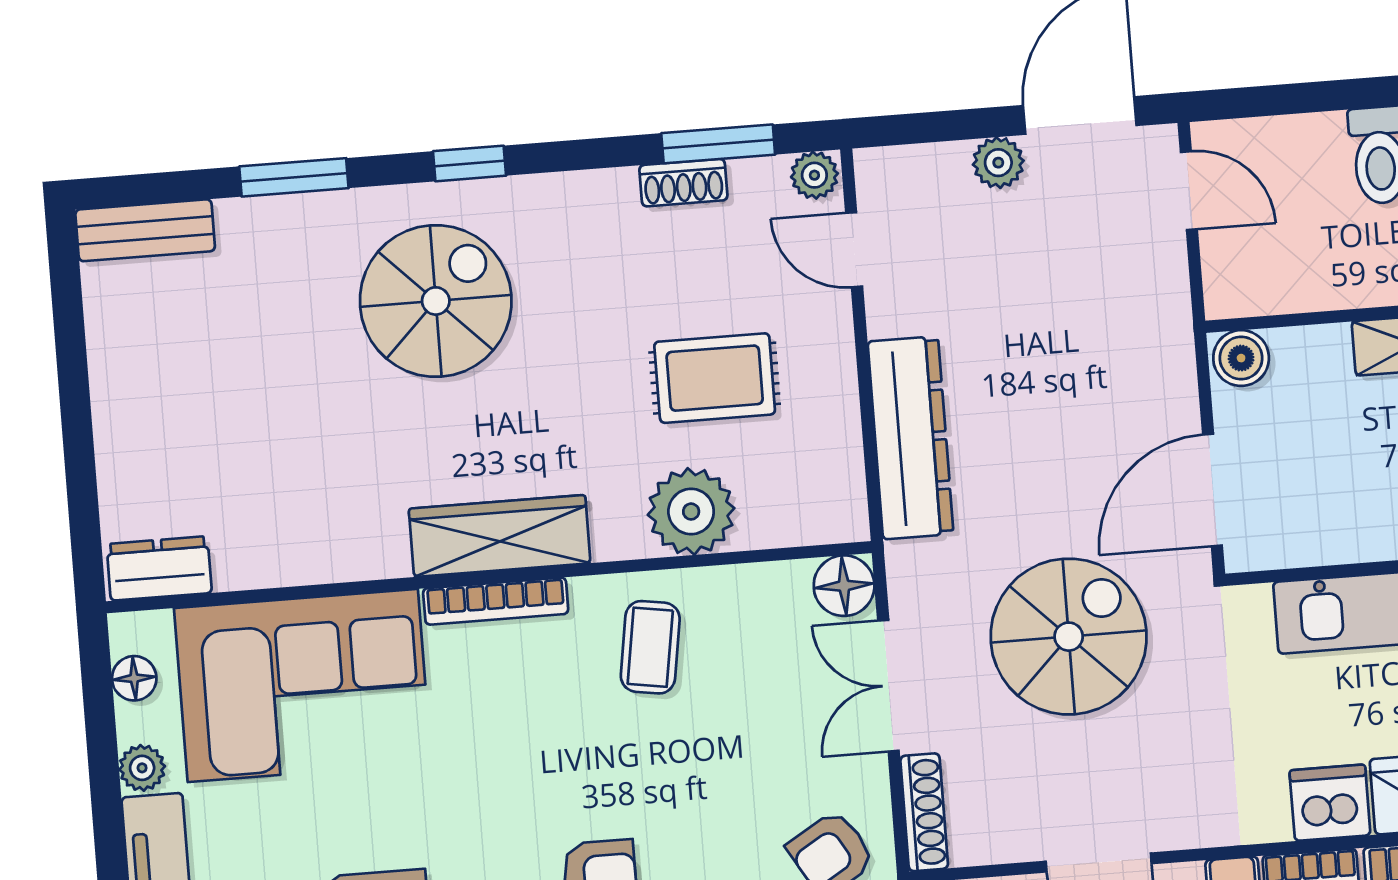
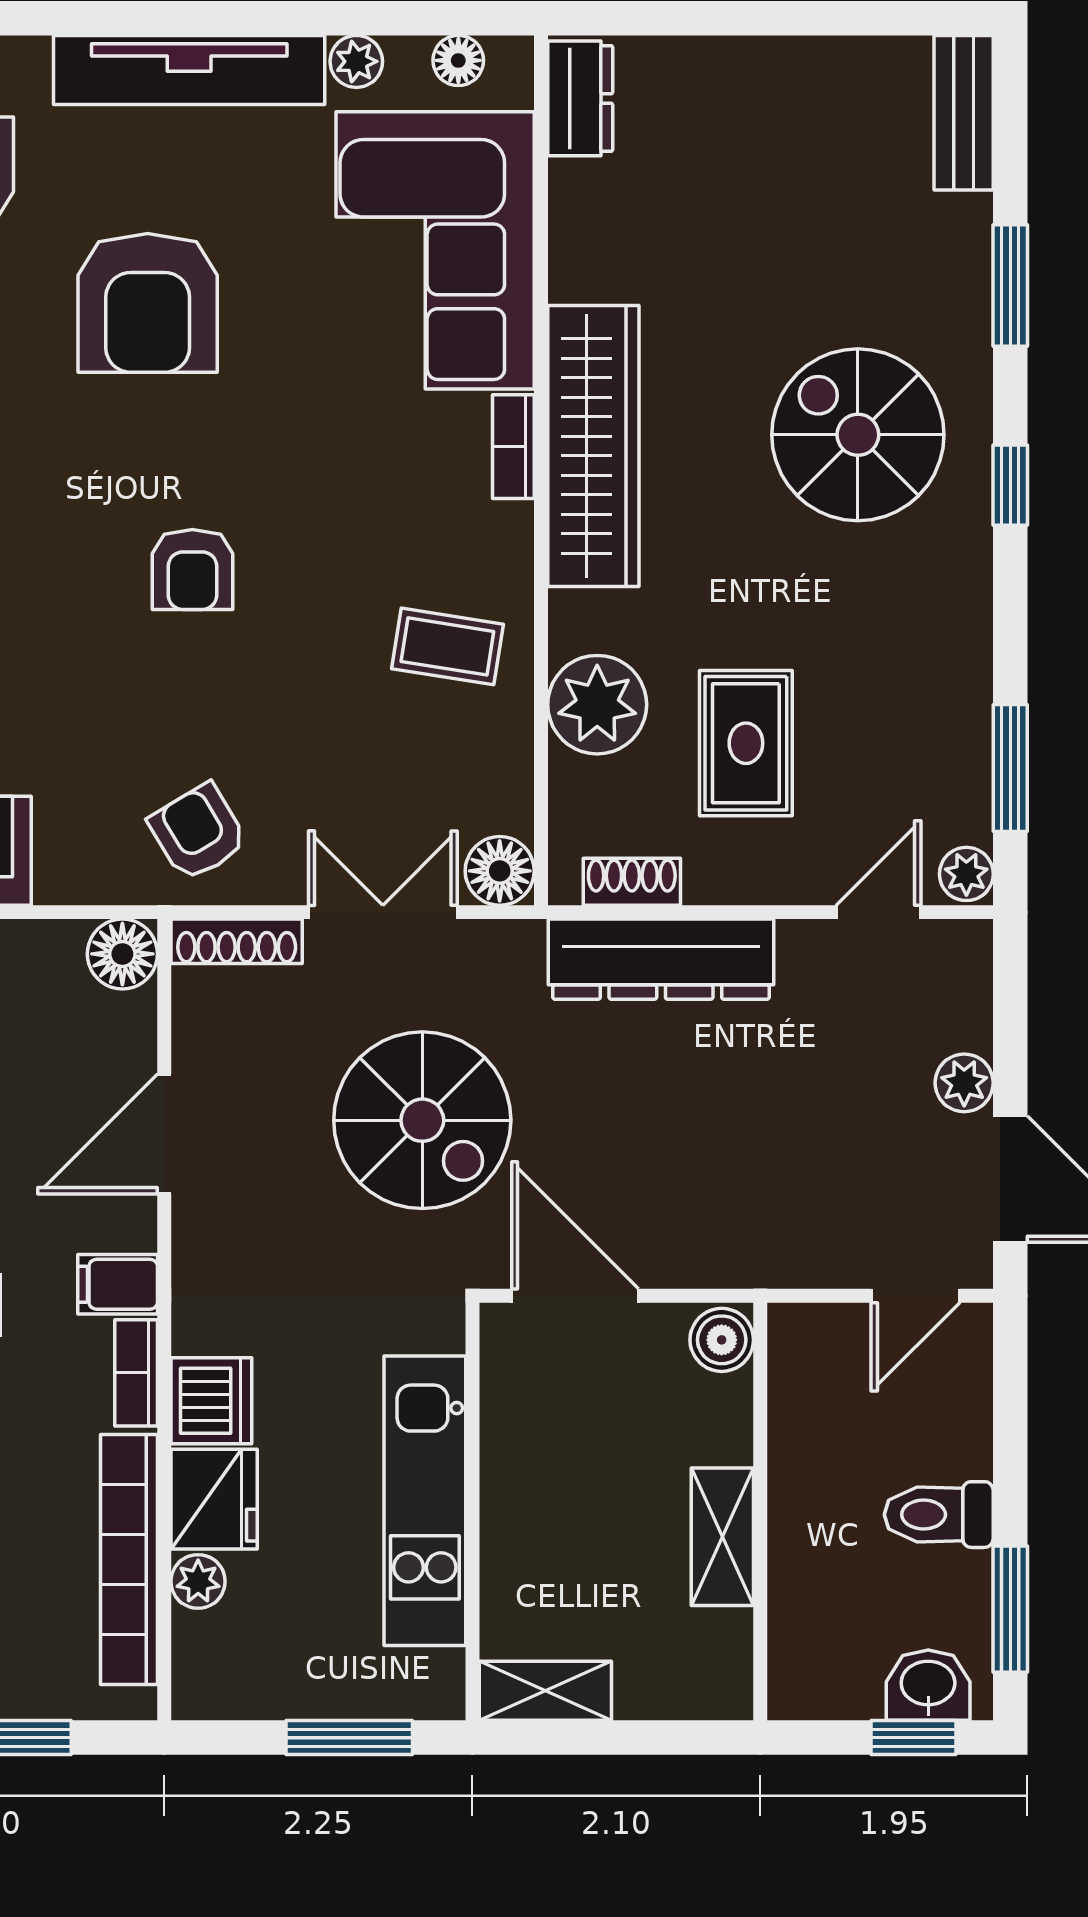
shoe rack: (683, 183) -> (632, 882), moved, turned 90
spiral stairs: (436, 301) -> (858, 435), turned 180
wardrobe: (500, 536) -> (593, 446), width x1.40, depth x1.17
bookcase: (496, 601) -> (513, 447), width x0.64

